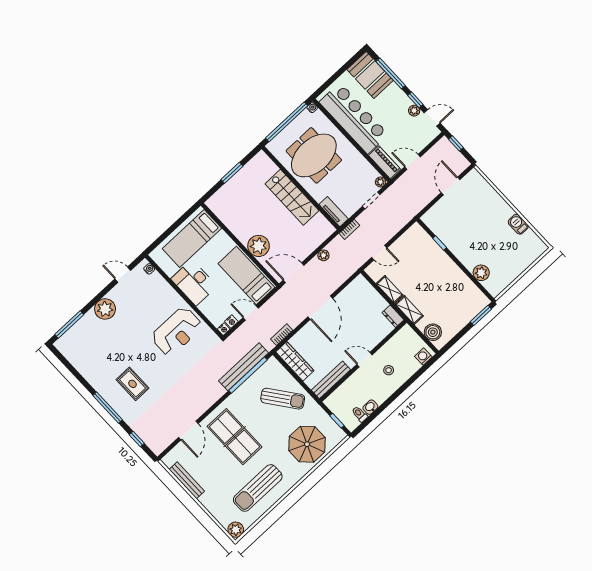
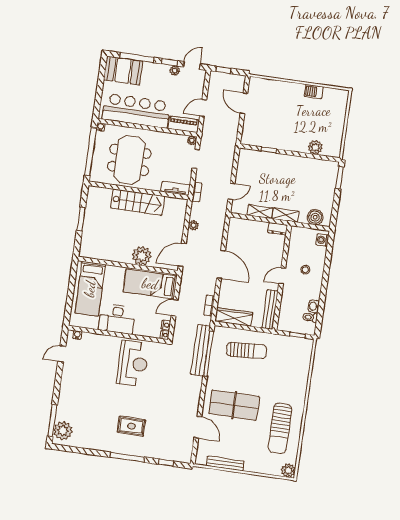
plant: (105, 309) -> (63, 431), moved
sun lounger: (283, 399) -> (246, 350), turned 33
parasol: (307, 444) -> (290, 369), removed

